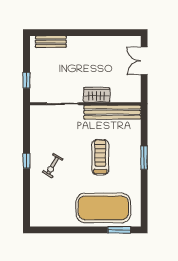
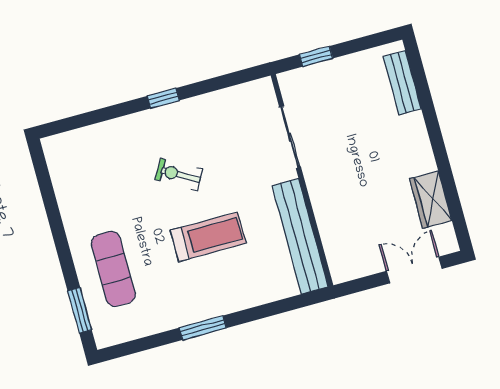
wardrobe: (97, 95) -> (431, 200), moved, turned 180
window: (144, 158) -> (203, 328), moved
exercise bike: (53, 166) -> (179, 174), moved
exercise mat: (103, 208) -> (113, 269), width x0.50, depth x0.69

